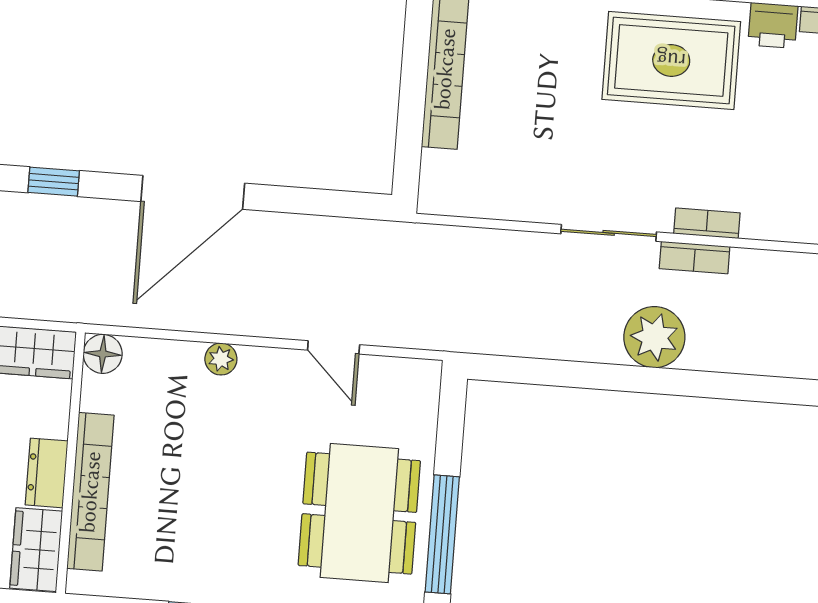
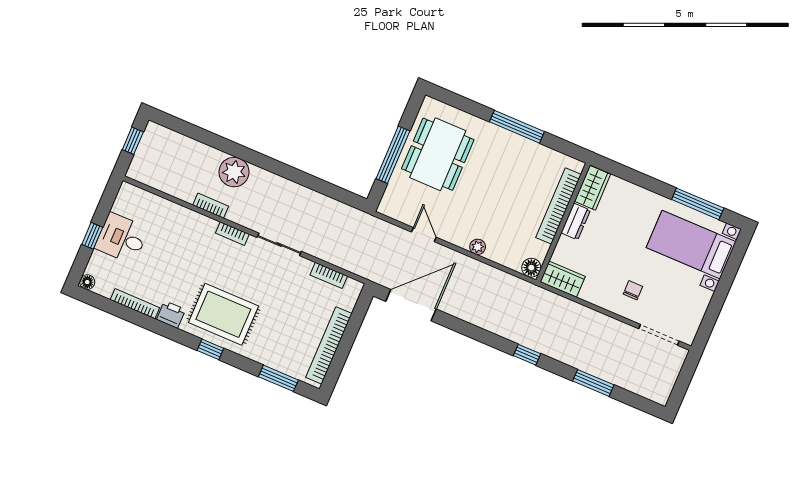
door: (193, 192) -> (411, 305), moved
bookcase: (492, 205) -> (329, 275), added
bookcase: (695, 258) -> (211, 206), moved
plant: (654, 337) -> (234, 172), moved
window: (442, 534) -> (393, 155), moved

